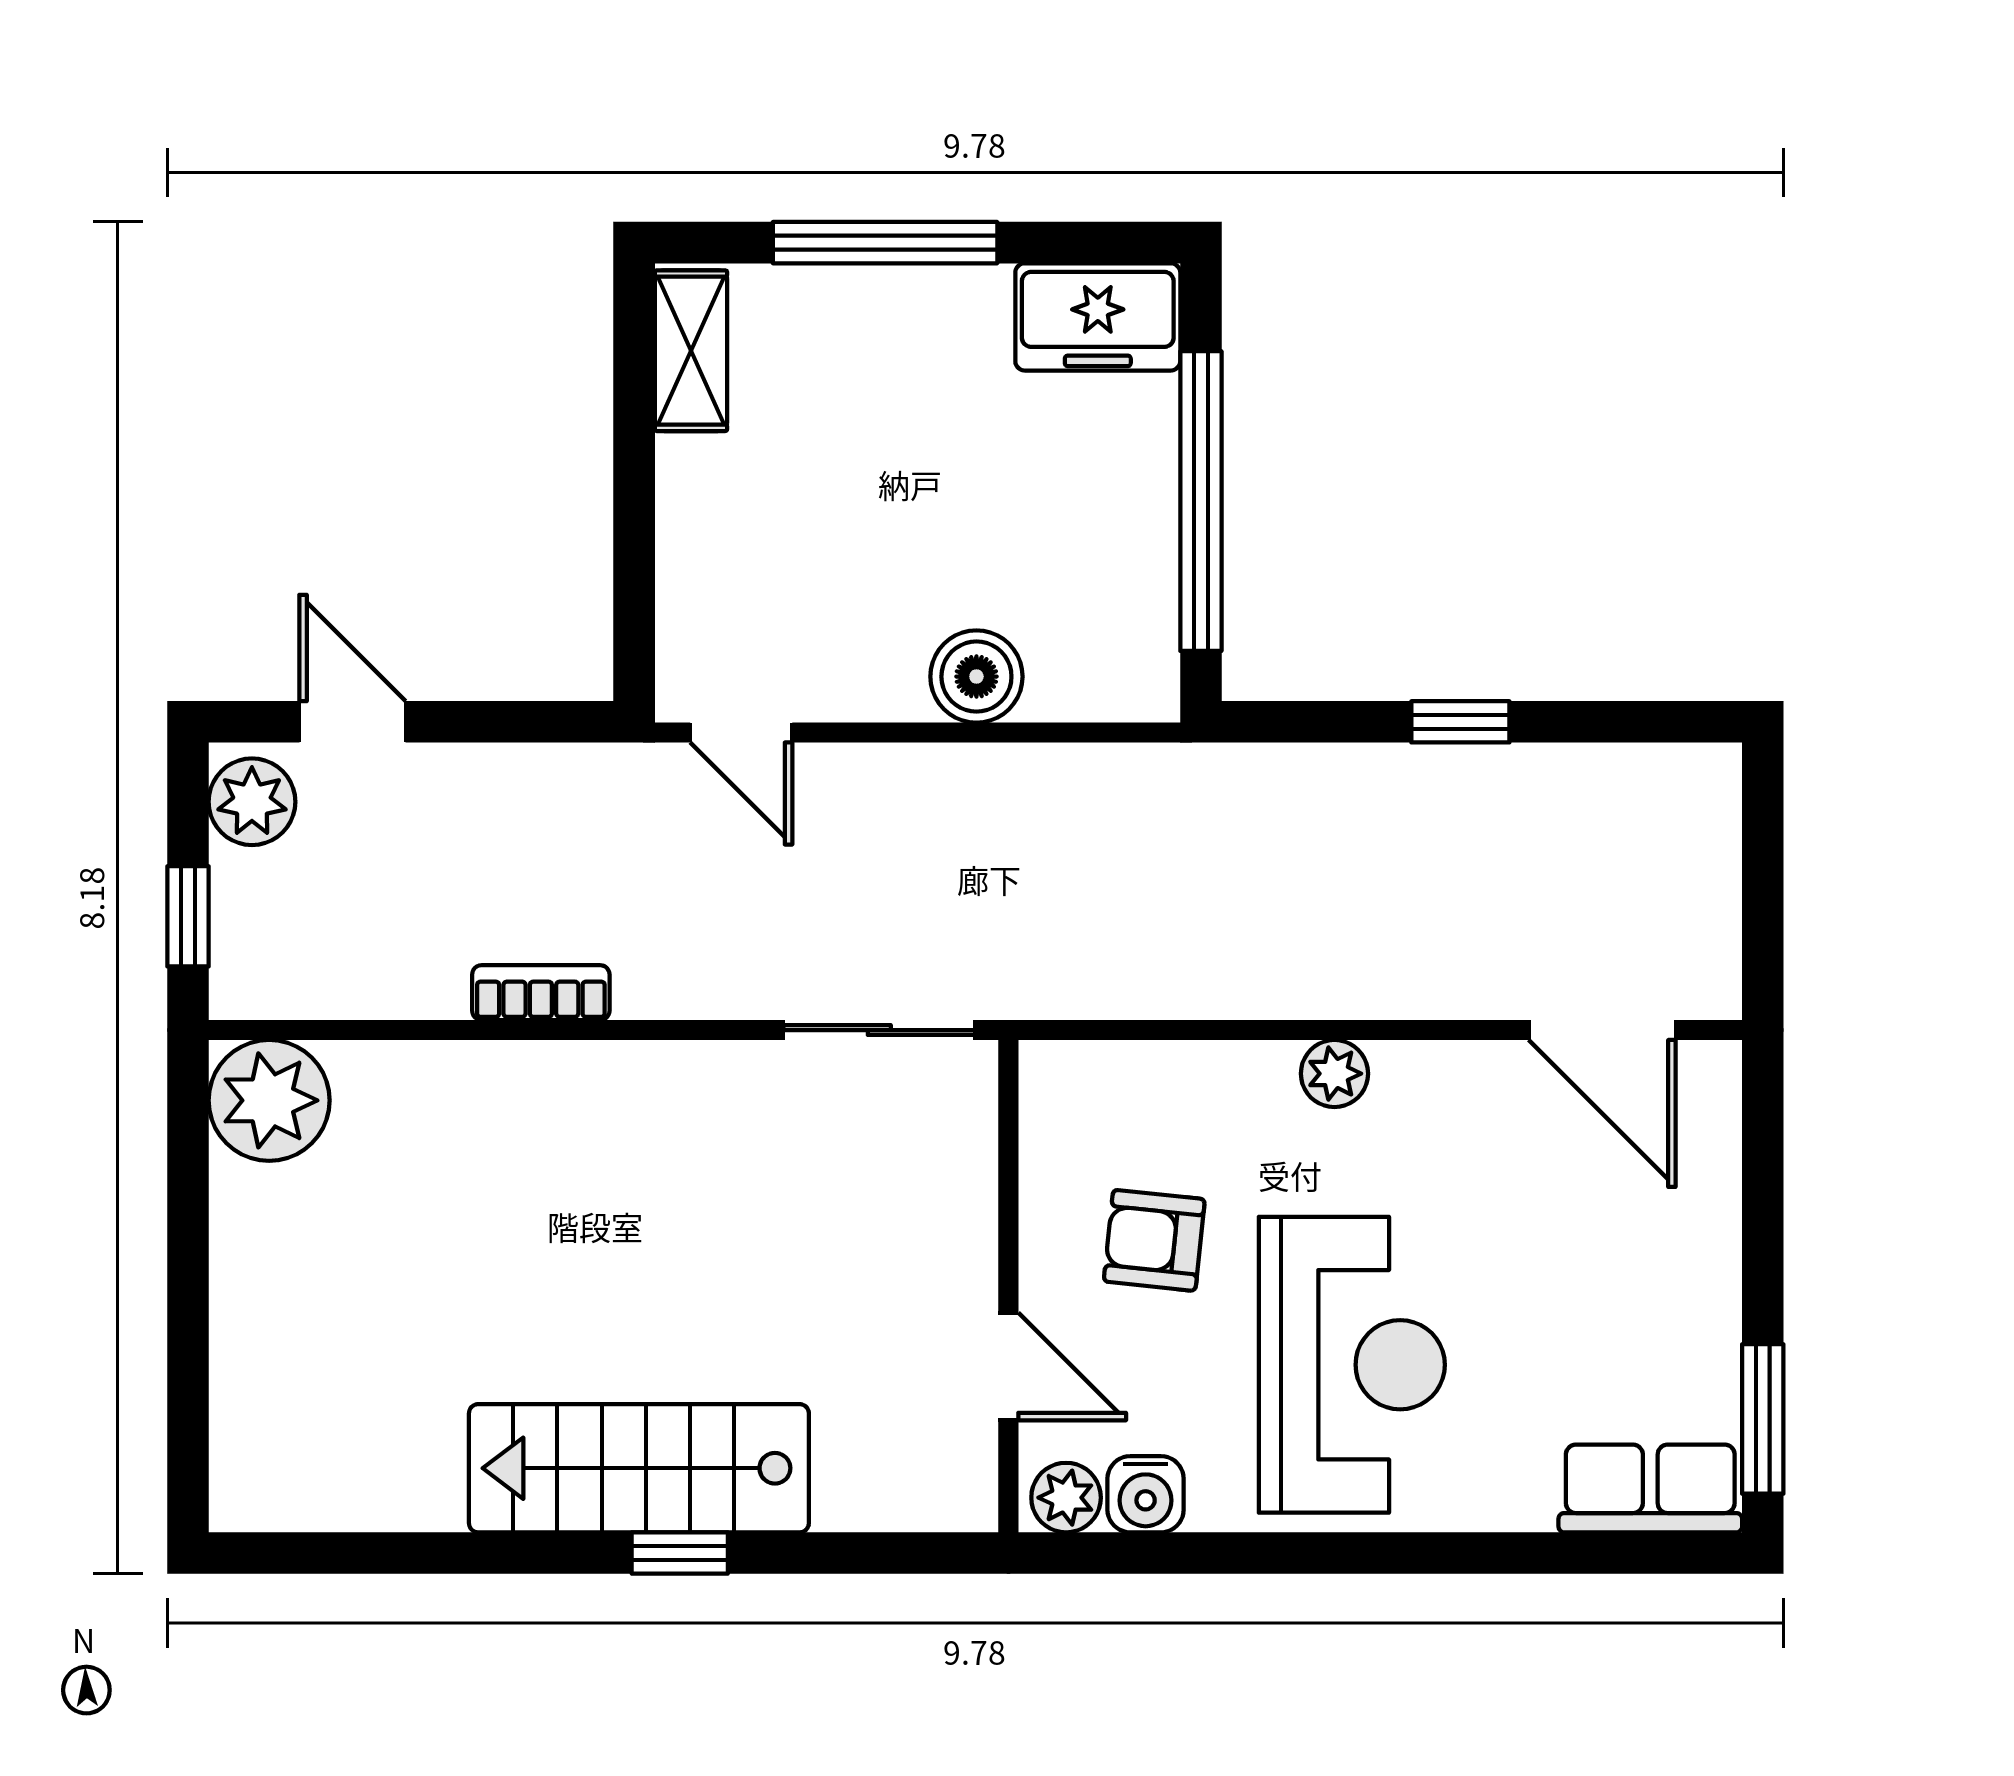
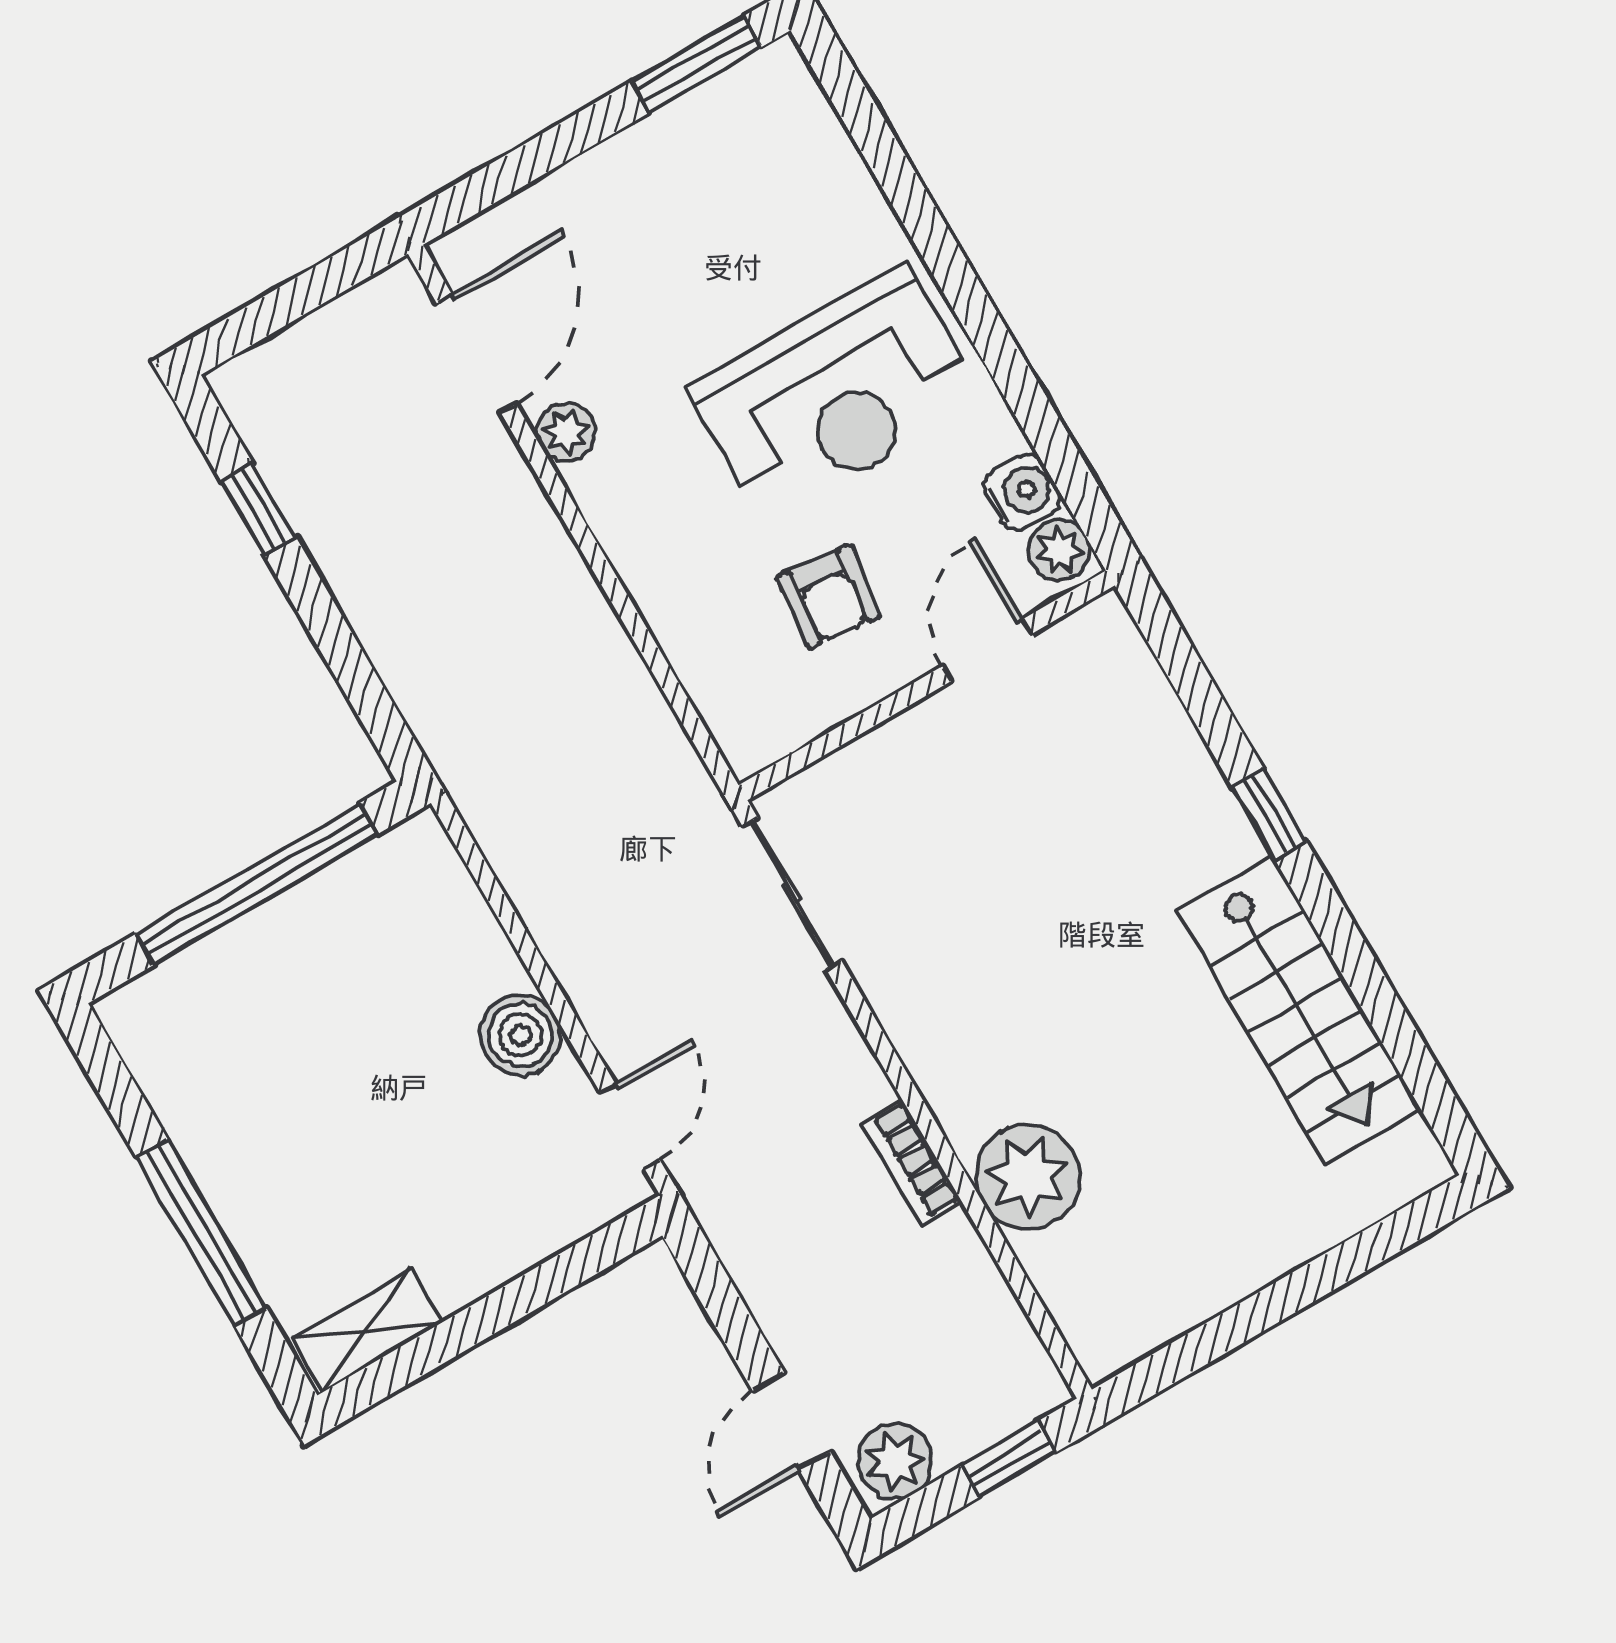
freezer: (1098, 317) -> (164, 1041), removed
boiler: (976, 677) -> (521, 1035), moved
window: (1460, 722) -> (258, 509), moved
plant: (1334, 1074) -> (566, 432), moved
plant: (269, 1100) -> (1028, 1176), moved
reception desk: (1352, 1365) -> (836, 395), turned 180
stairs: (639, 1468) -> (1298, 1009), moved
row of seats: (1650, 1488) -> (798, 118), removed

